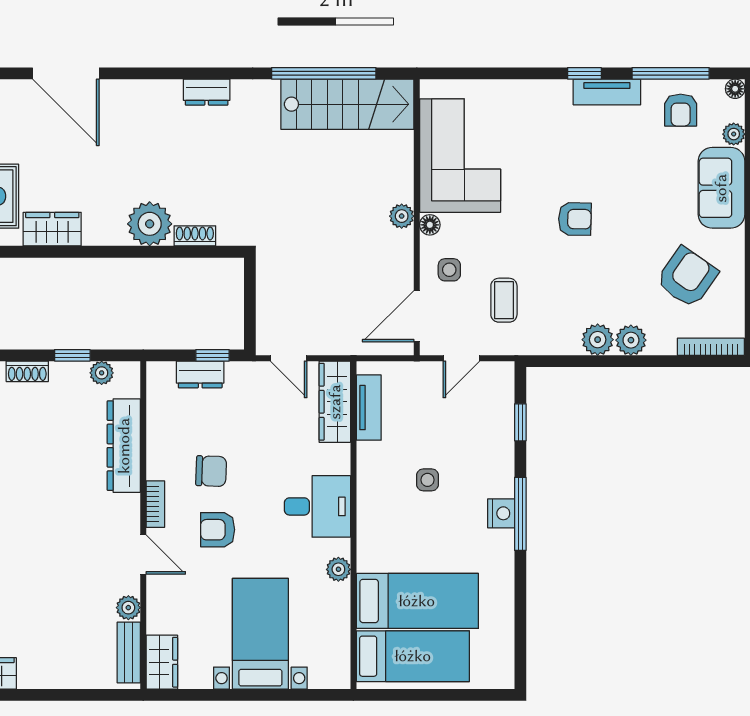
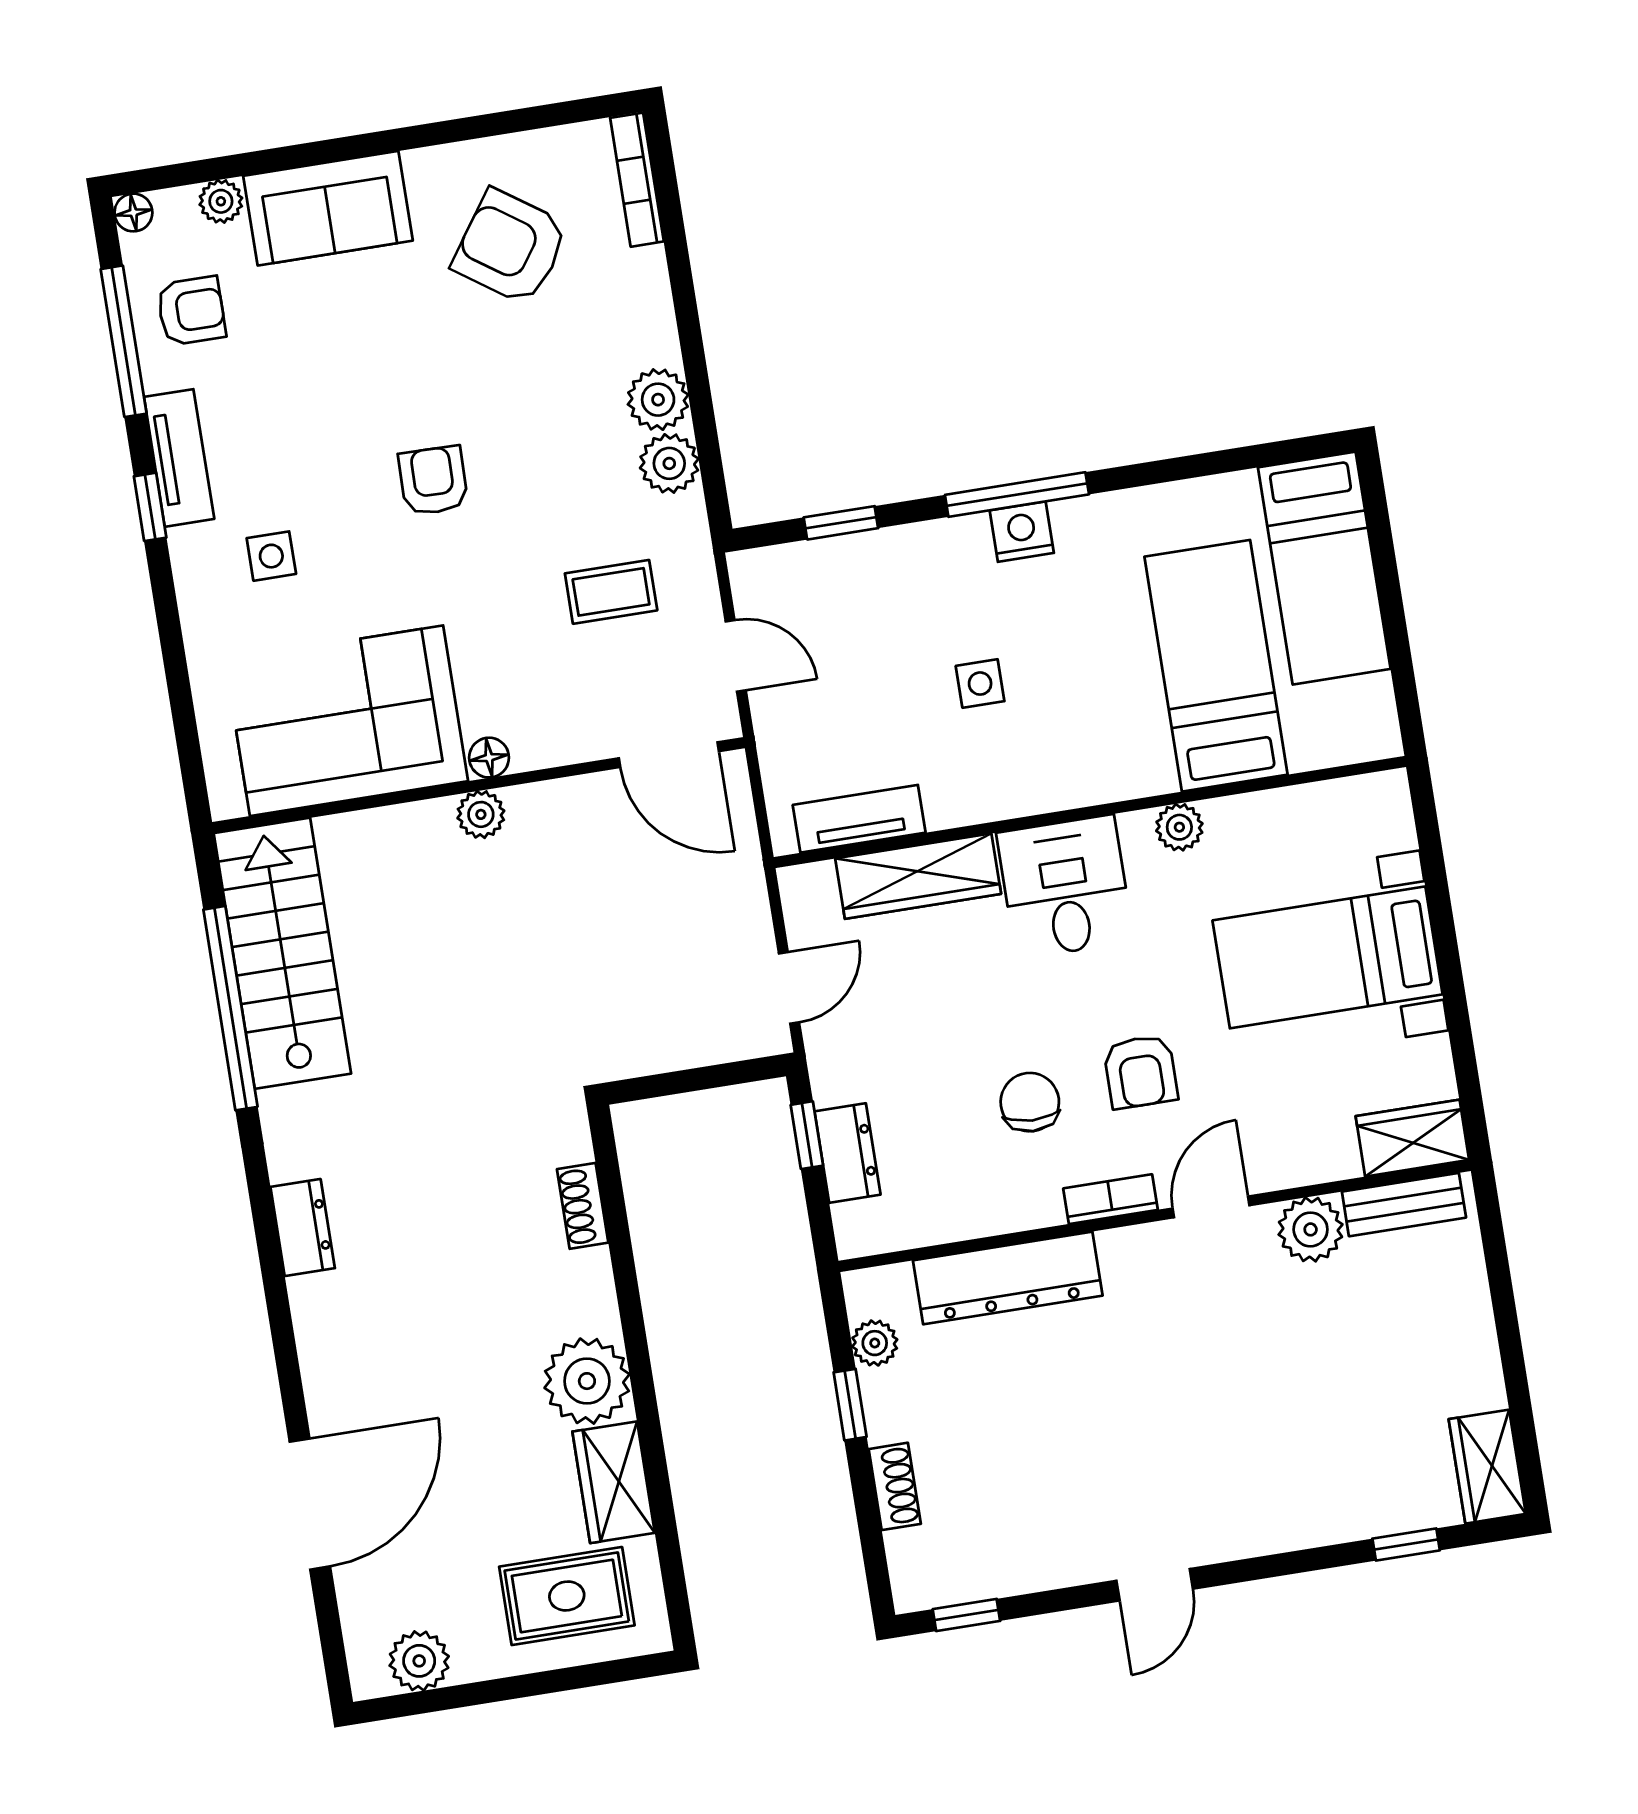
plant: (150, 224) -> (587, 1381), moved
side table: (449, 270) -> (271, 556), moved
plant: (631, 340) -> (669, 463), moved
wardrobe: (335, 402) -> (918, 876), moved
plant: (128, 608) -> (1311, 1229), width x1.38, depth x1.38
bed: (413, 656) -> (1324, 568), moved, turned 180

